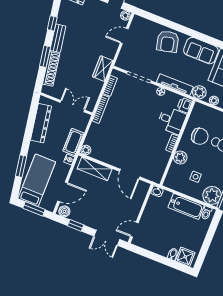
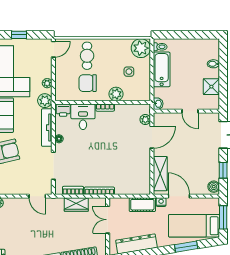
door: (124, 36) -> (37, 196), moved
wardrobe: (103, 69) -> (76, 204), moved
chair: (200, 136) -> (88, 83), turned -90
plant: (86, 150) -> (145, 119), moved
door: (62, 192) -> (179, 196), moved
door: (134, 230) -> (190, 111), moved
shower: (185, 257) -> (211, 87), moved

